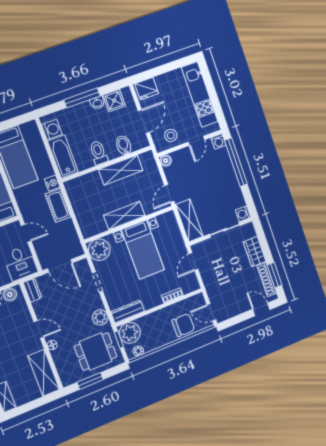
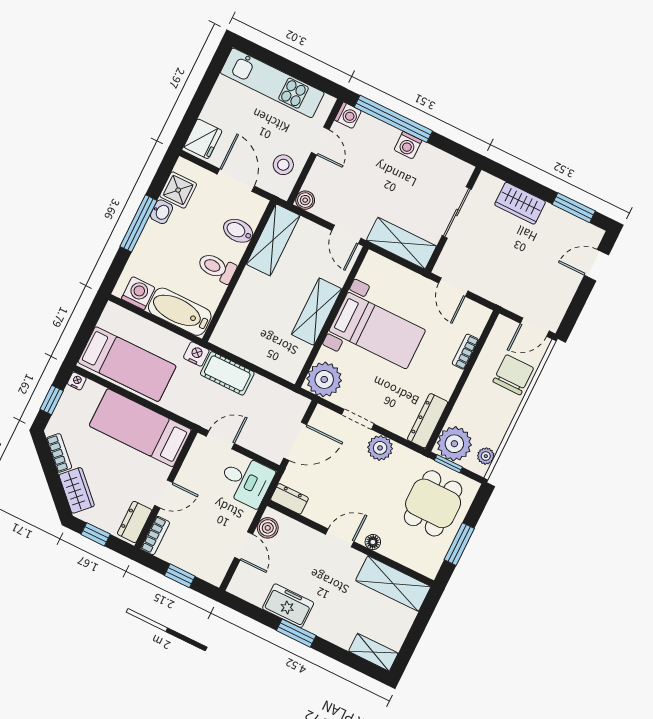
shelving: (121, 170) -> (273, 240), moved
washing machine: (243, 214) -> (408, 145), moved
shoe rack: (267, 280) -> (569, 222), removed
plant: (100, 317) -> (380, 448), moved

